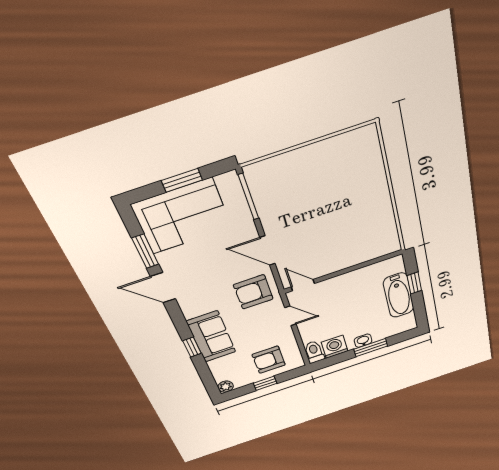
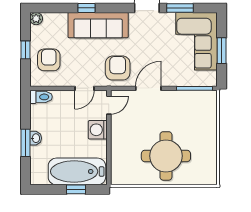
round table: (351, 201) -> (166, 156), added
bathtub: (399, 295) -> (77, 171), width x1.36, depth x1.36
sofa: (211, 337) -> (98, 25), width x1.36
washing machine: (335, 347) -> (98, 130), moved, turned 180

